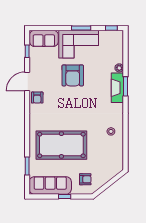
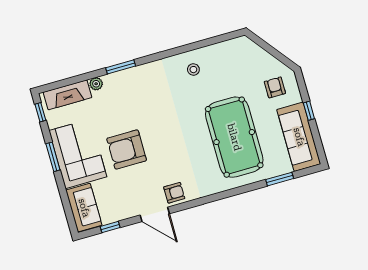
armchair: (73, 75) -> (127, 149), turned 180
fireplace: (117, 88) -> (68, 95), moved

